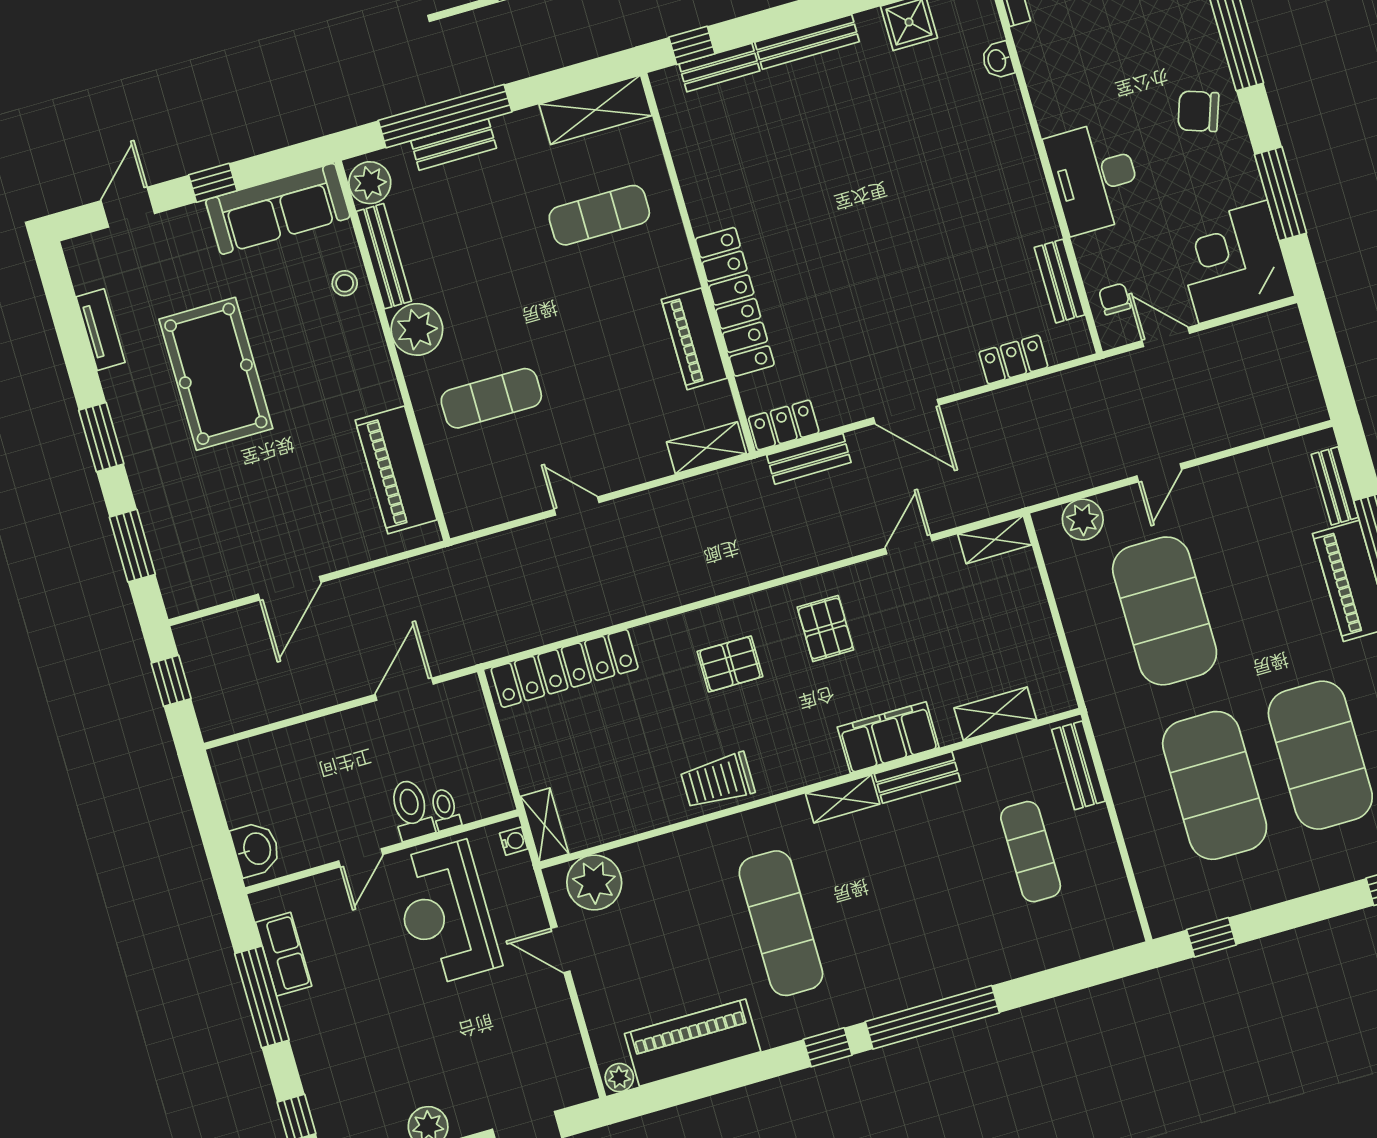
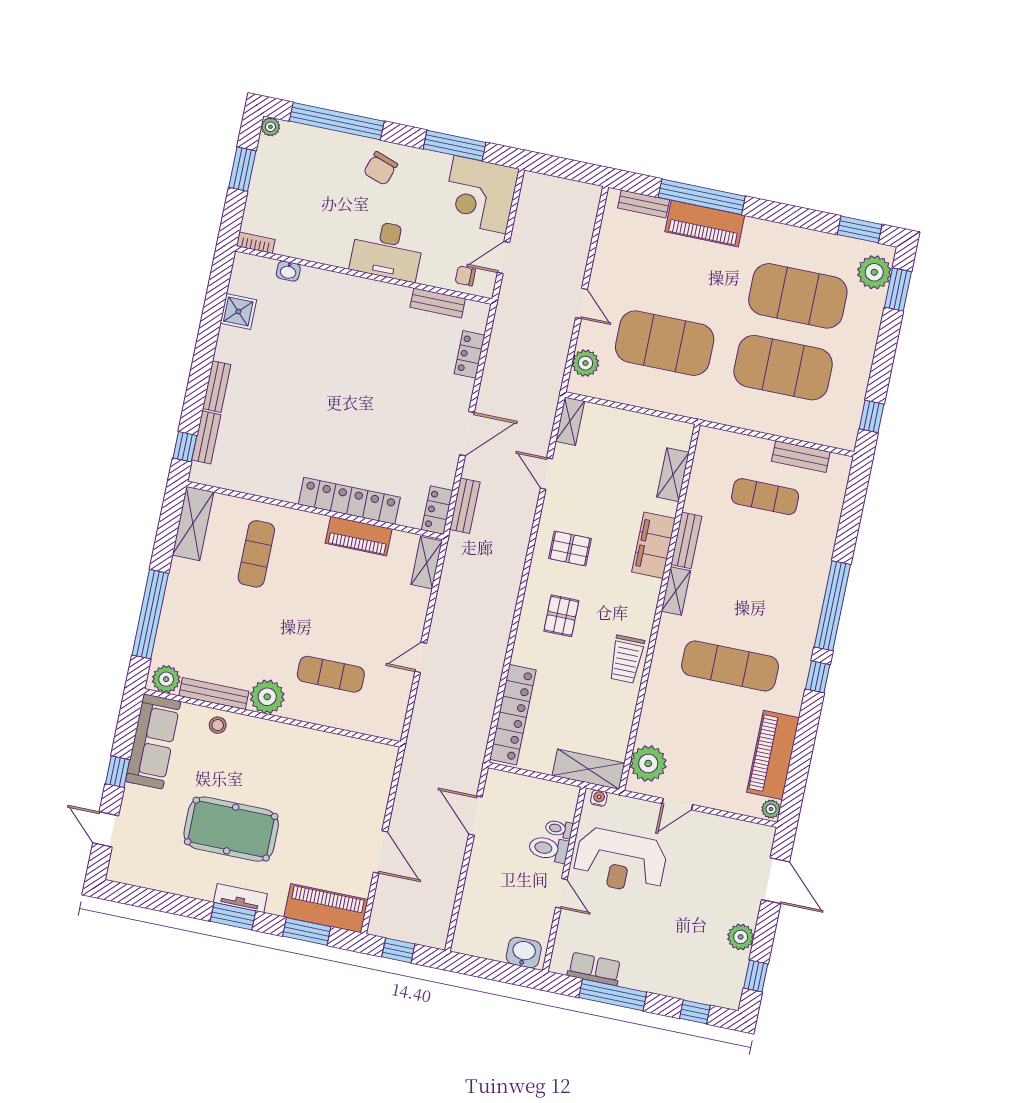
bench: (807, 42) -> (217, 387), width x0.73
bench: (454, 145) -> (170, 618), removed
tv unit: (101, 330) -> (240, 898), moved
exercise mat: (491, 398) -> (331, 674), turned 90
piano: (396, 470) -> (326, 908), moved, turned 180
bench: (1078, 765) -> (801, 457), moved
shelving: (545, 825) -> (589, 769), width x1.50, depth x1.33

